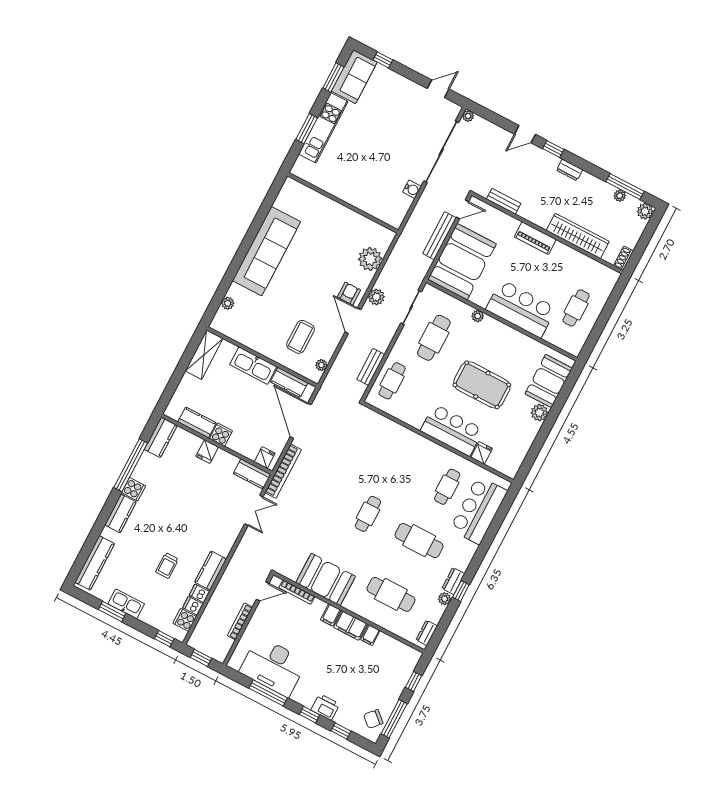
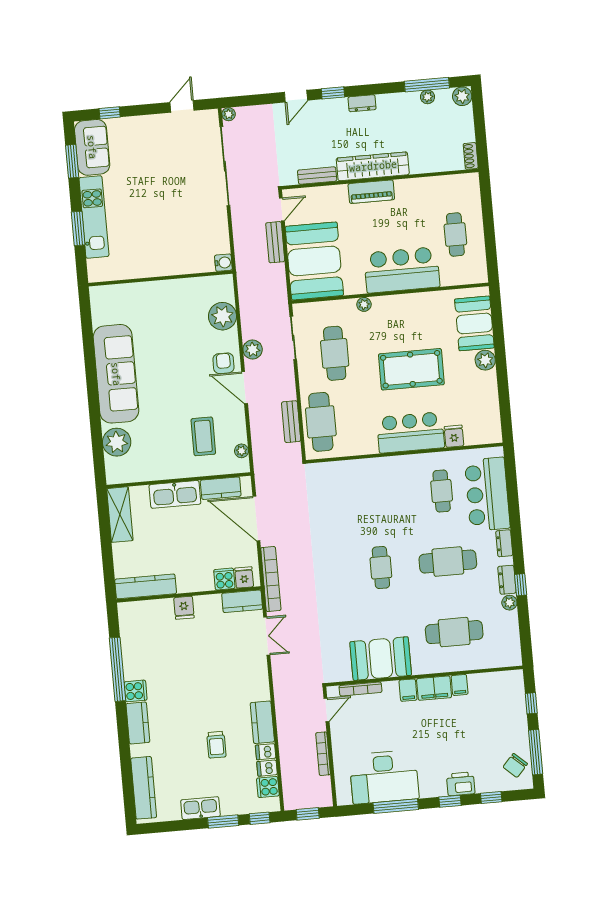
water cooler: (412, 189) -> (223, 263), moved
bench: (439, 236) -> (275, 242), width x0.73
wardrobe: (578, 236) -> (373, 166), moved
plant: (228, 303) -> (117, 442), width x1.88, depth x1.88
cafe table: (392, 381) -> (321, 422), width x1.37, depth x1.35
kitchen counter: (197, 422) -> (146, 586), width x1.50
cooker: (221, 435) -> (224, 579), moved
kitchen counter: (161, 437) -> (129, 623), removed
window: (112, 611) -> (223, 821), moved
dresser: (427, 633) -> (504, 543), moved

